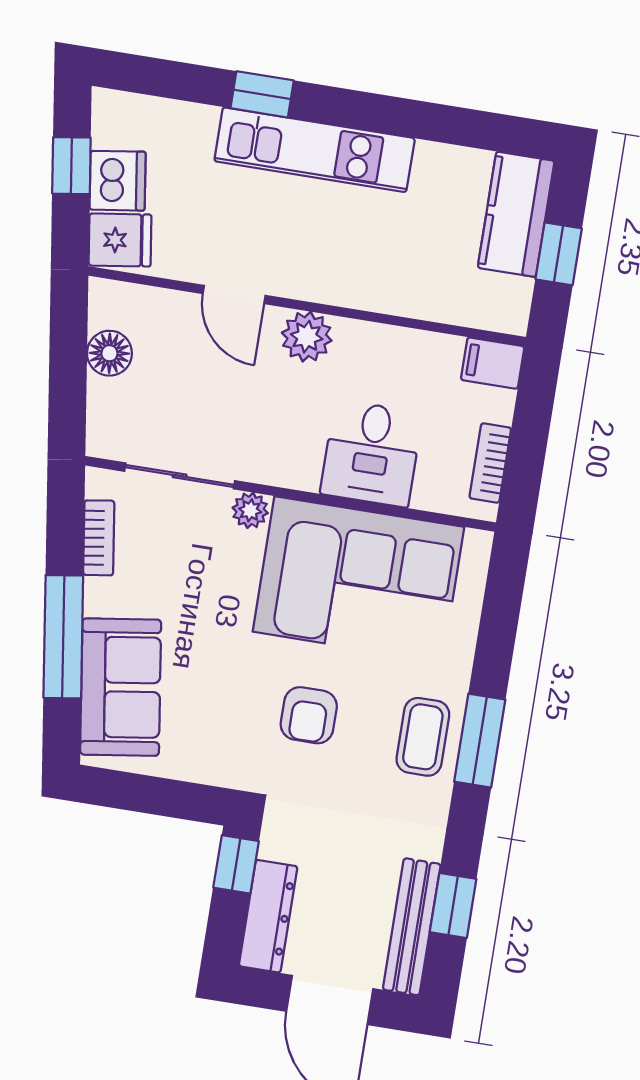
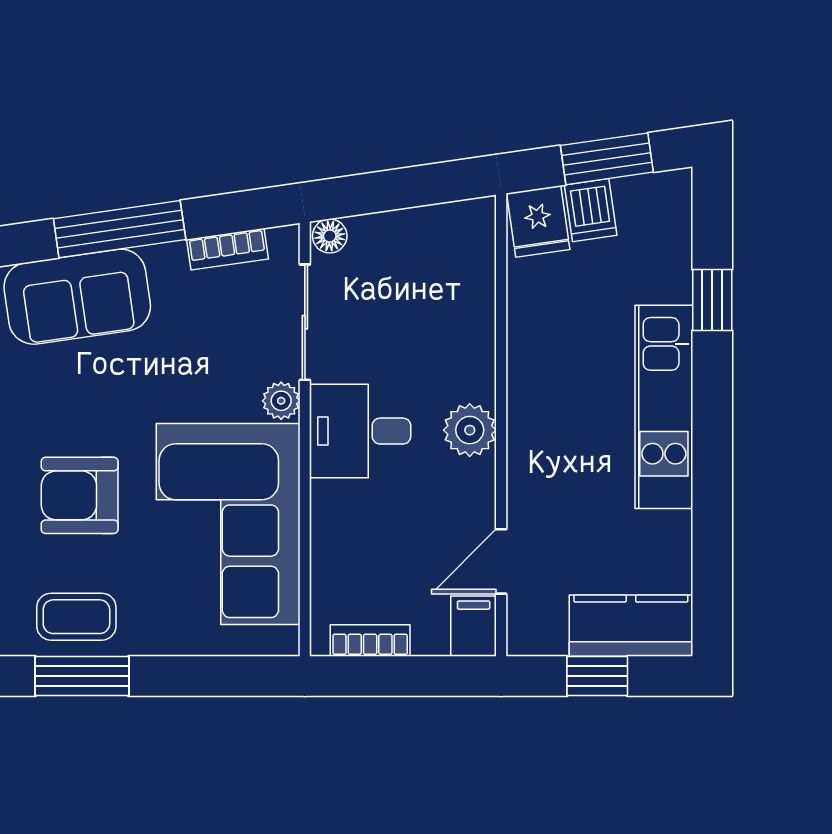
window: (262, 94) -> (712, 300), moved
window: (71, 166) -> (607, 159), width x1.50
dishwasher: (118, 181) -> (591, 210), width x0.73
door: (234, 294) -> (501, 561), moved
floor lamp: (109, 353) -> (330, 236), moved, width x0.73, depth x0.73
desk: (371, 453) -> (360, 431), moved
armchair: (309, 715) -> (80, 495), width x1.38, depth x1.38

